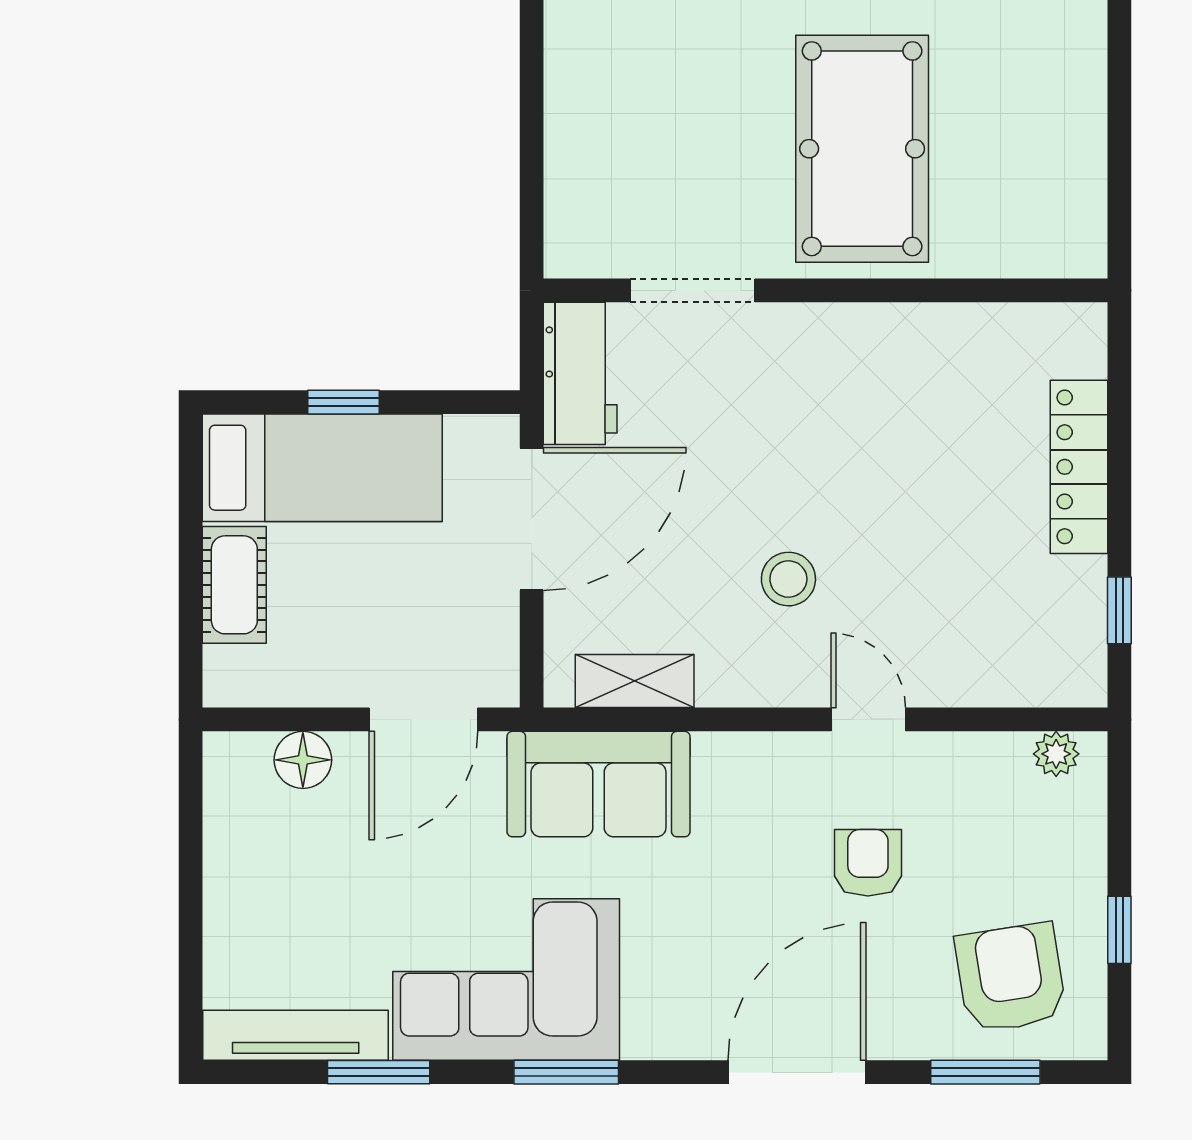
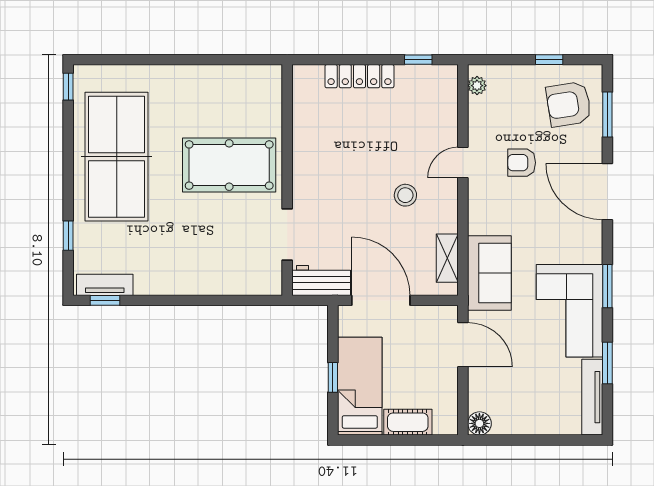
floor lamp: (303, 760) -> (479, 423), moved

